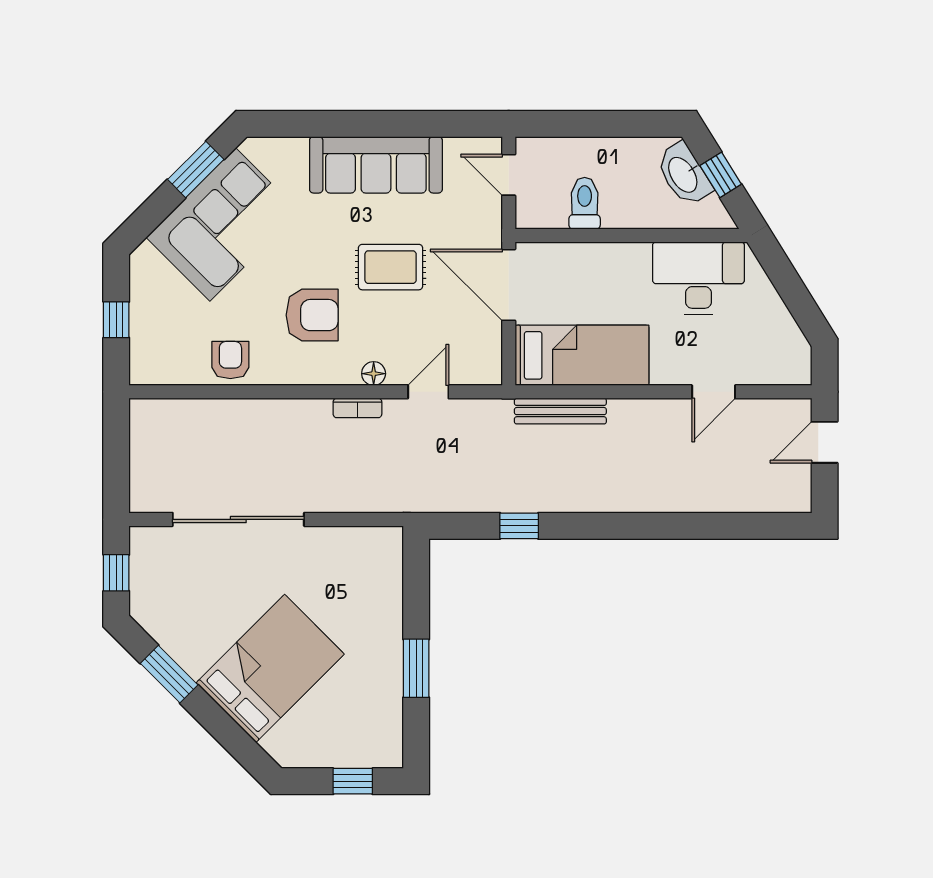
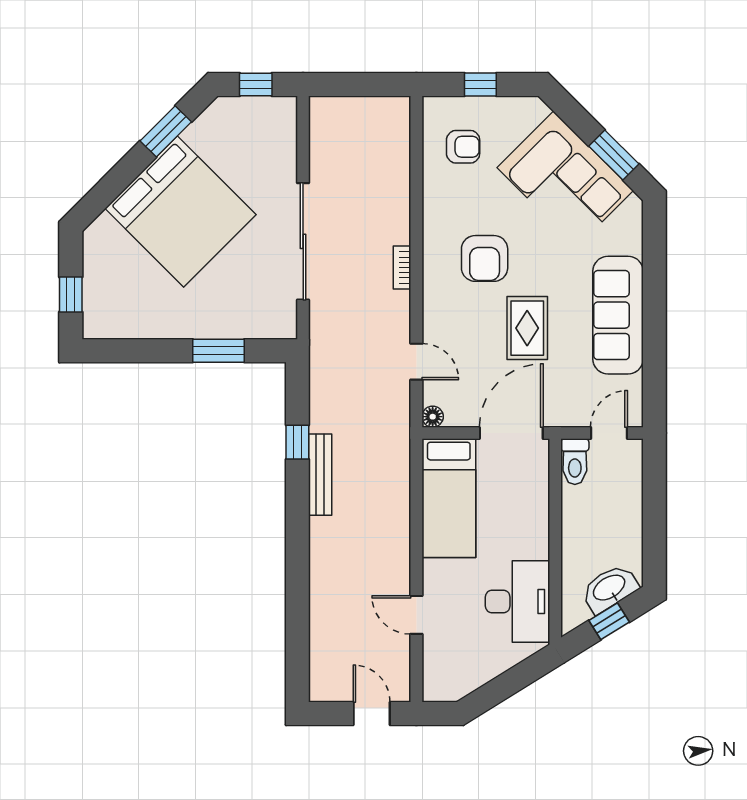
toilet: (585, 203) -> (575, 462), moved, turned 90
armchair: (230, 360) -> (463, 147), moved
floor lamp: (374, 374) -> (433, 417), moved
bookcase: (357, 408) -> (402, 268), moved
bench: (560, 411) -> (320, 475), moved
sliding door: (238, 519) -> (303, 241), moved
bed: (270, 668) -> (180, 212), width x1.36
window: (416, 668) -> (218, 351), moved

